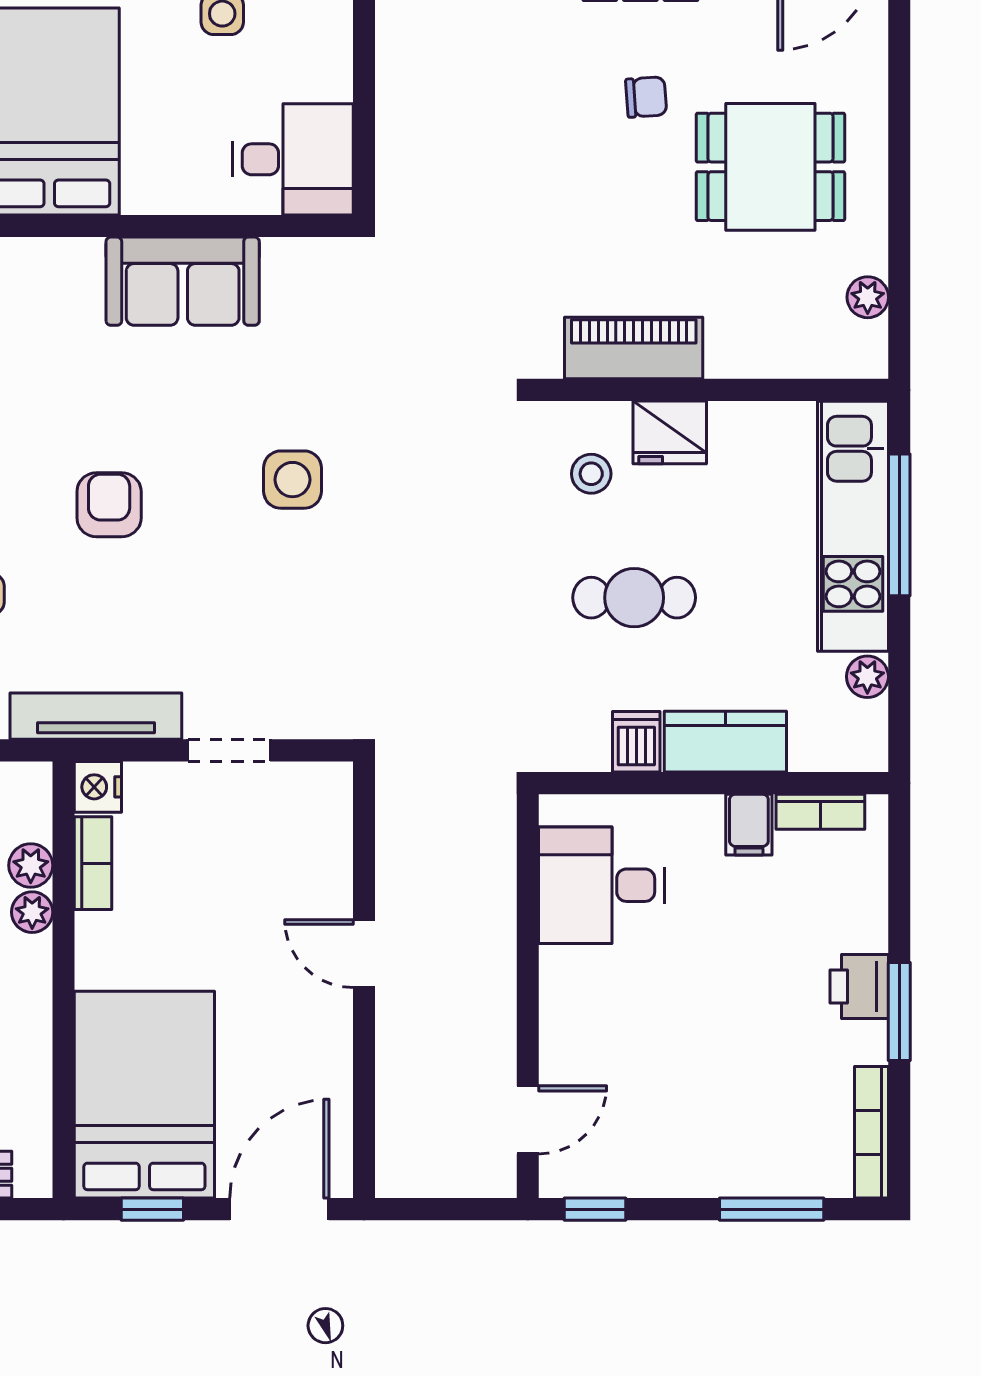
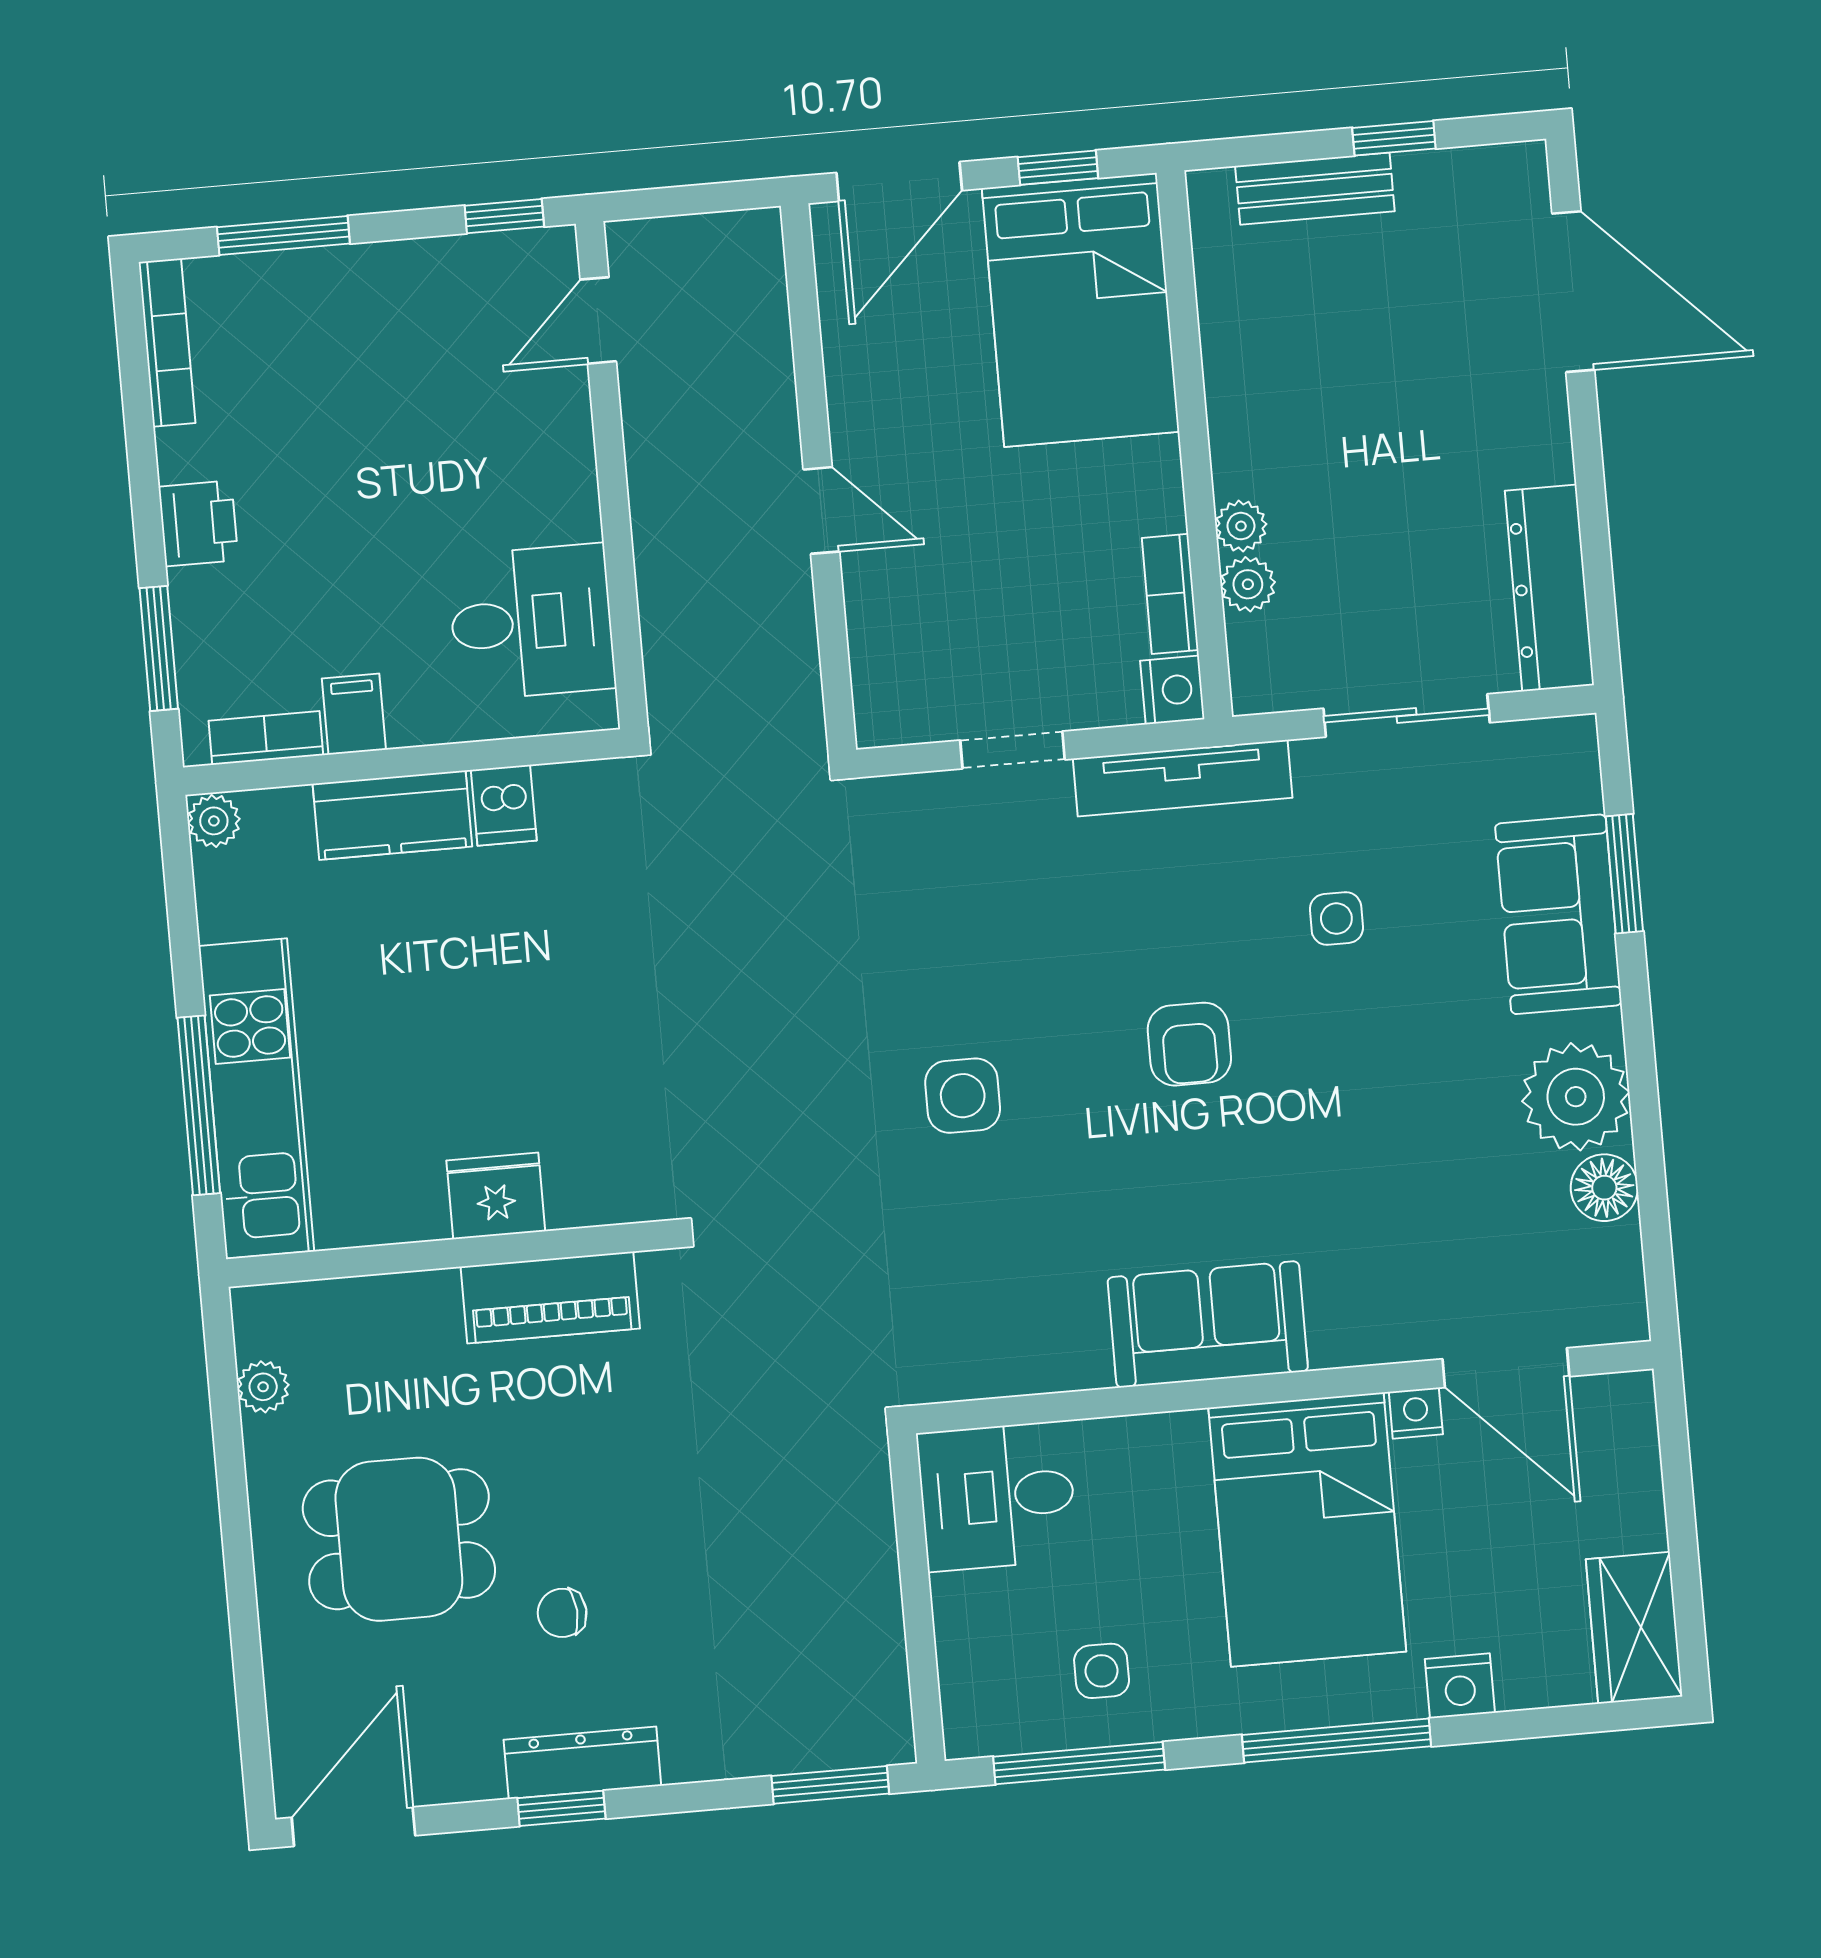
sofa: (183, 281) -> (1208, 1324), moved
stool: (591, 474) -> (590, 1136), removed
cafe table: (634, 598) -> (522, 985), removed
plant: (867, 677) -> (214, 821), moved
window: (899, 1012) -> (159, 648), moved

